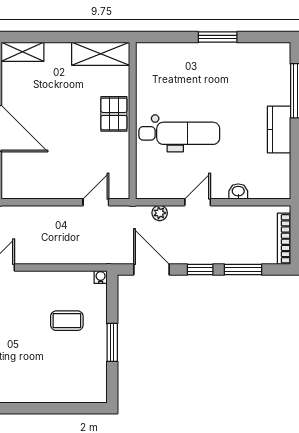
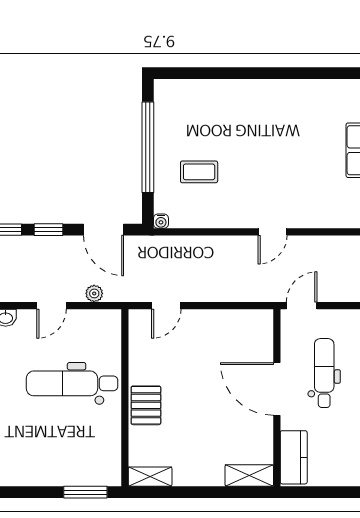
window: (218, 37) -> (85, 492), moved
shelving: (101, 54) -> (150, 477), width x0.67, depth x0.75
window: (112, 342) -> (148, 147), width x2.11

